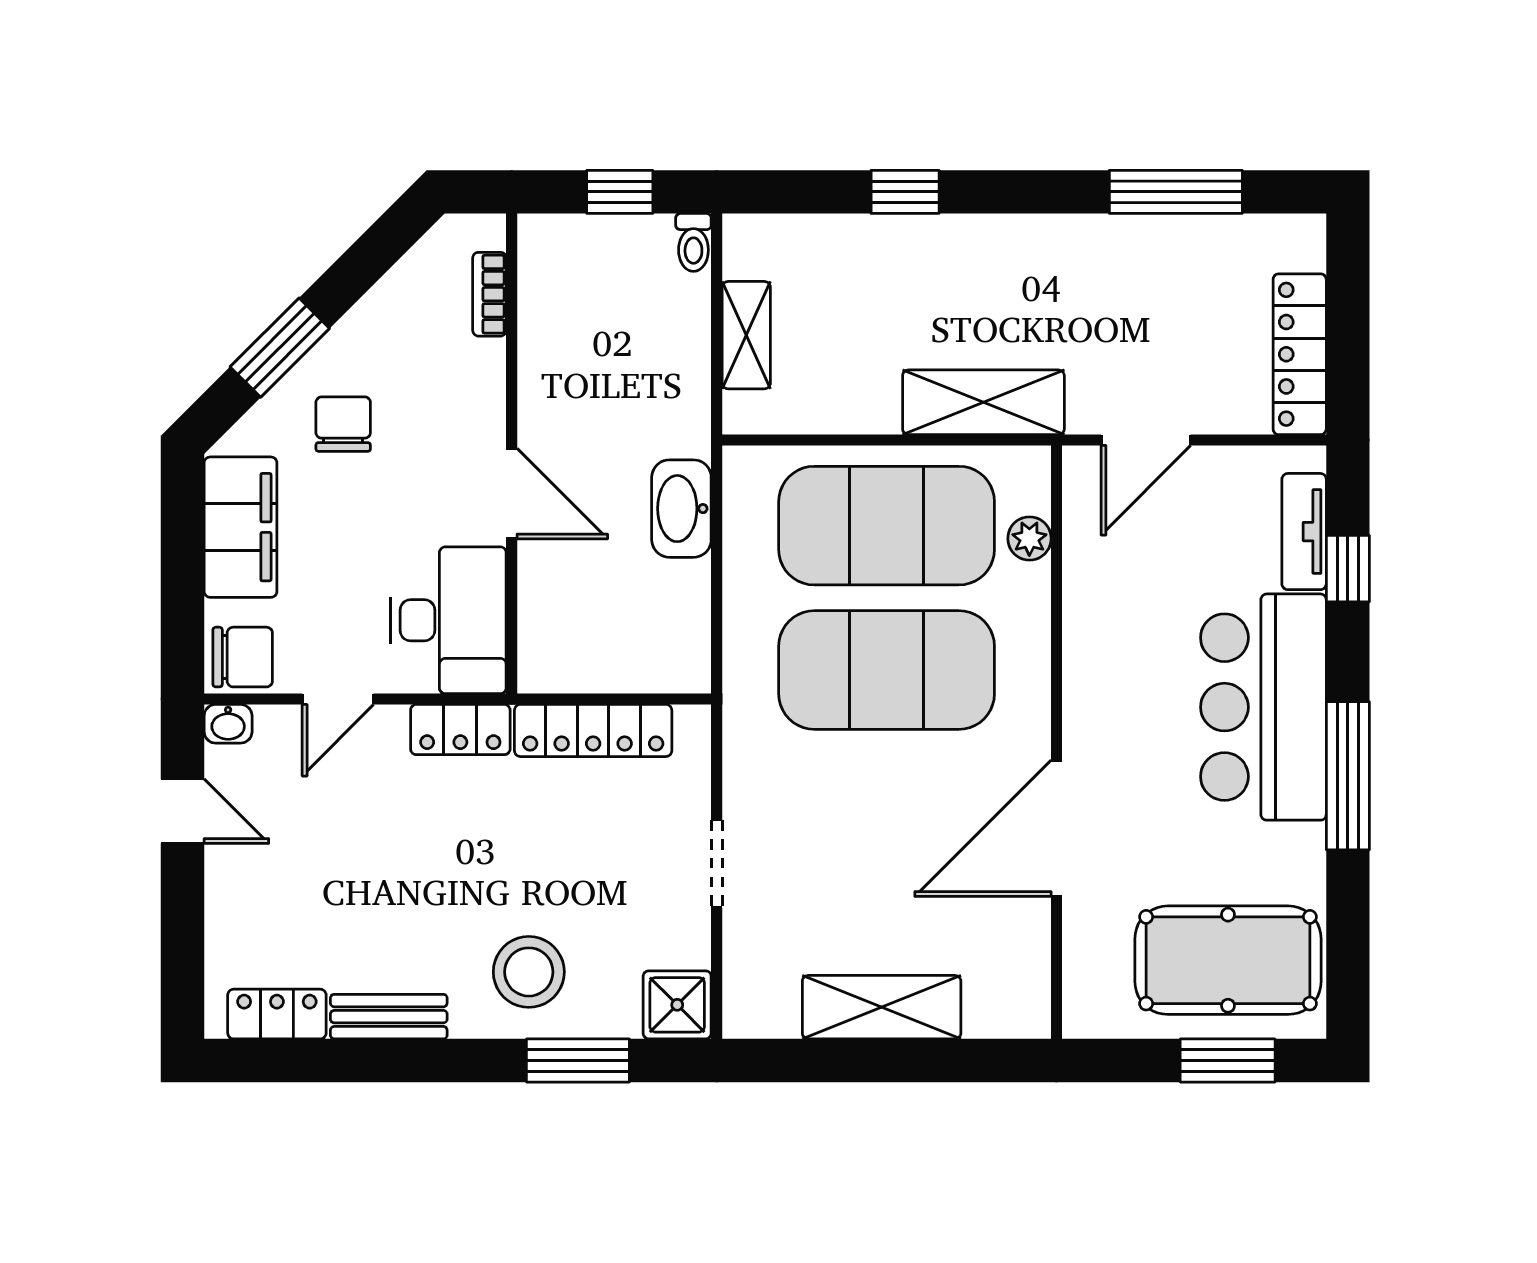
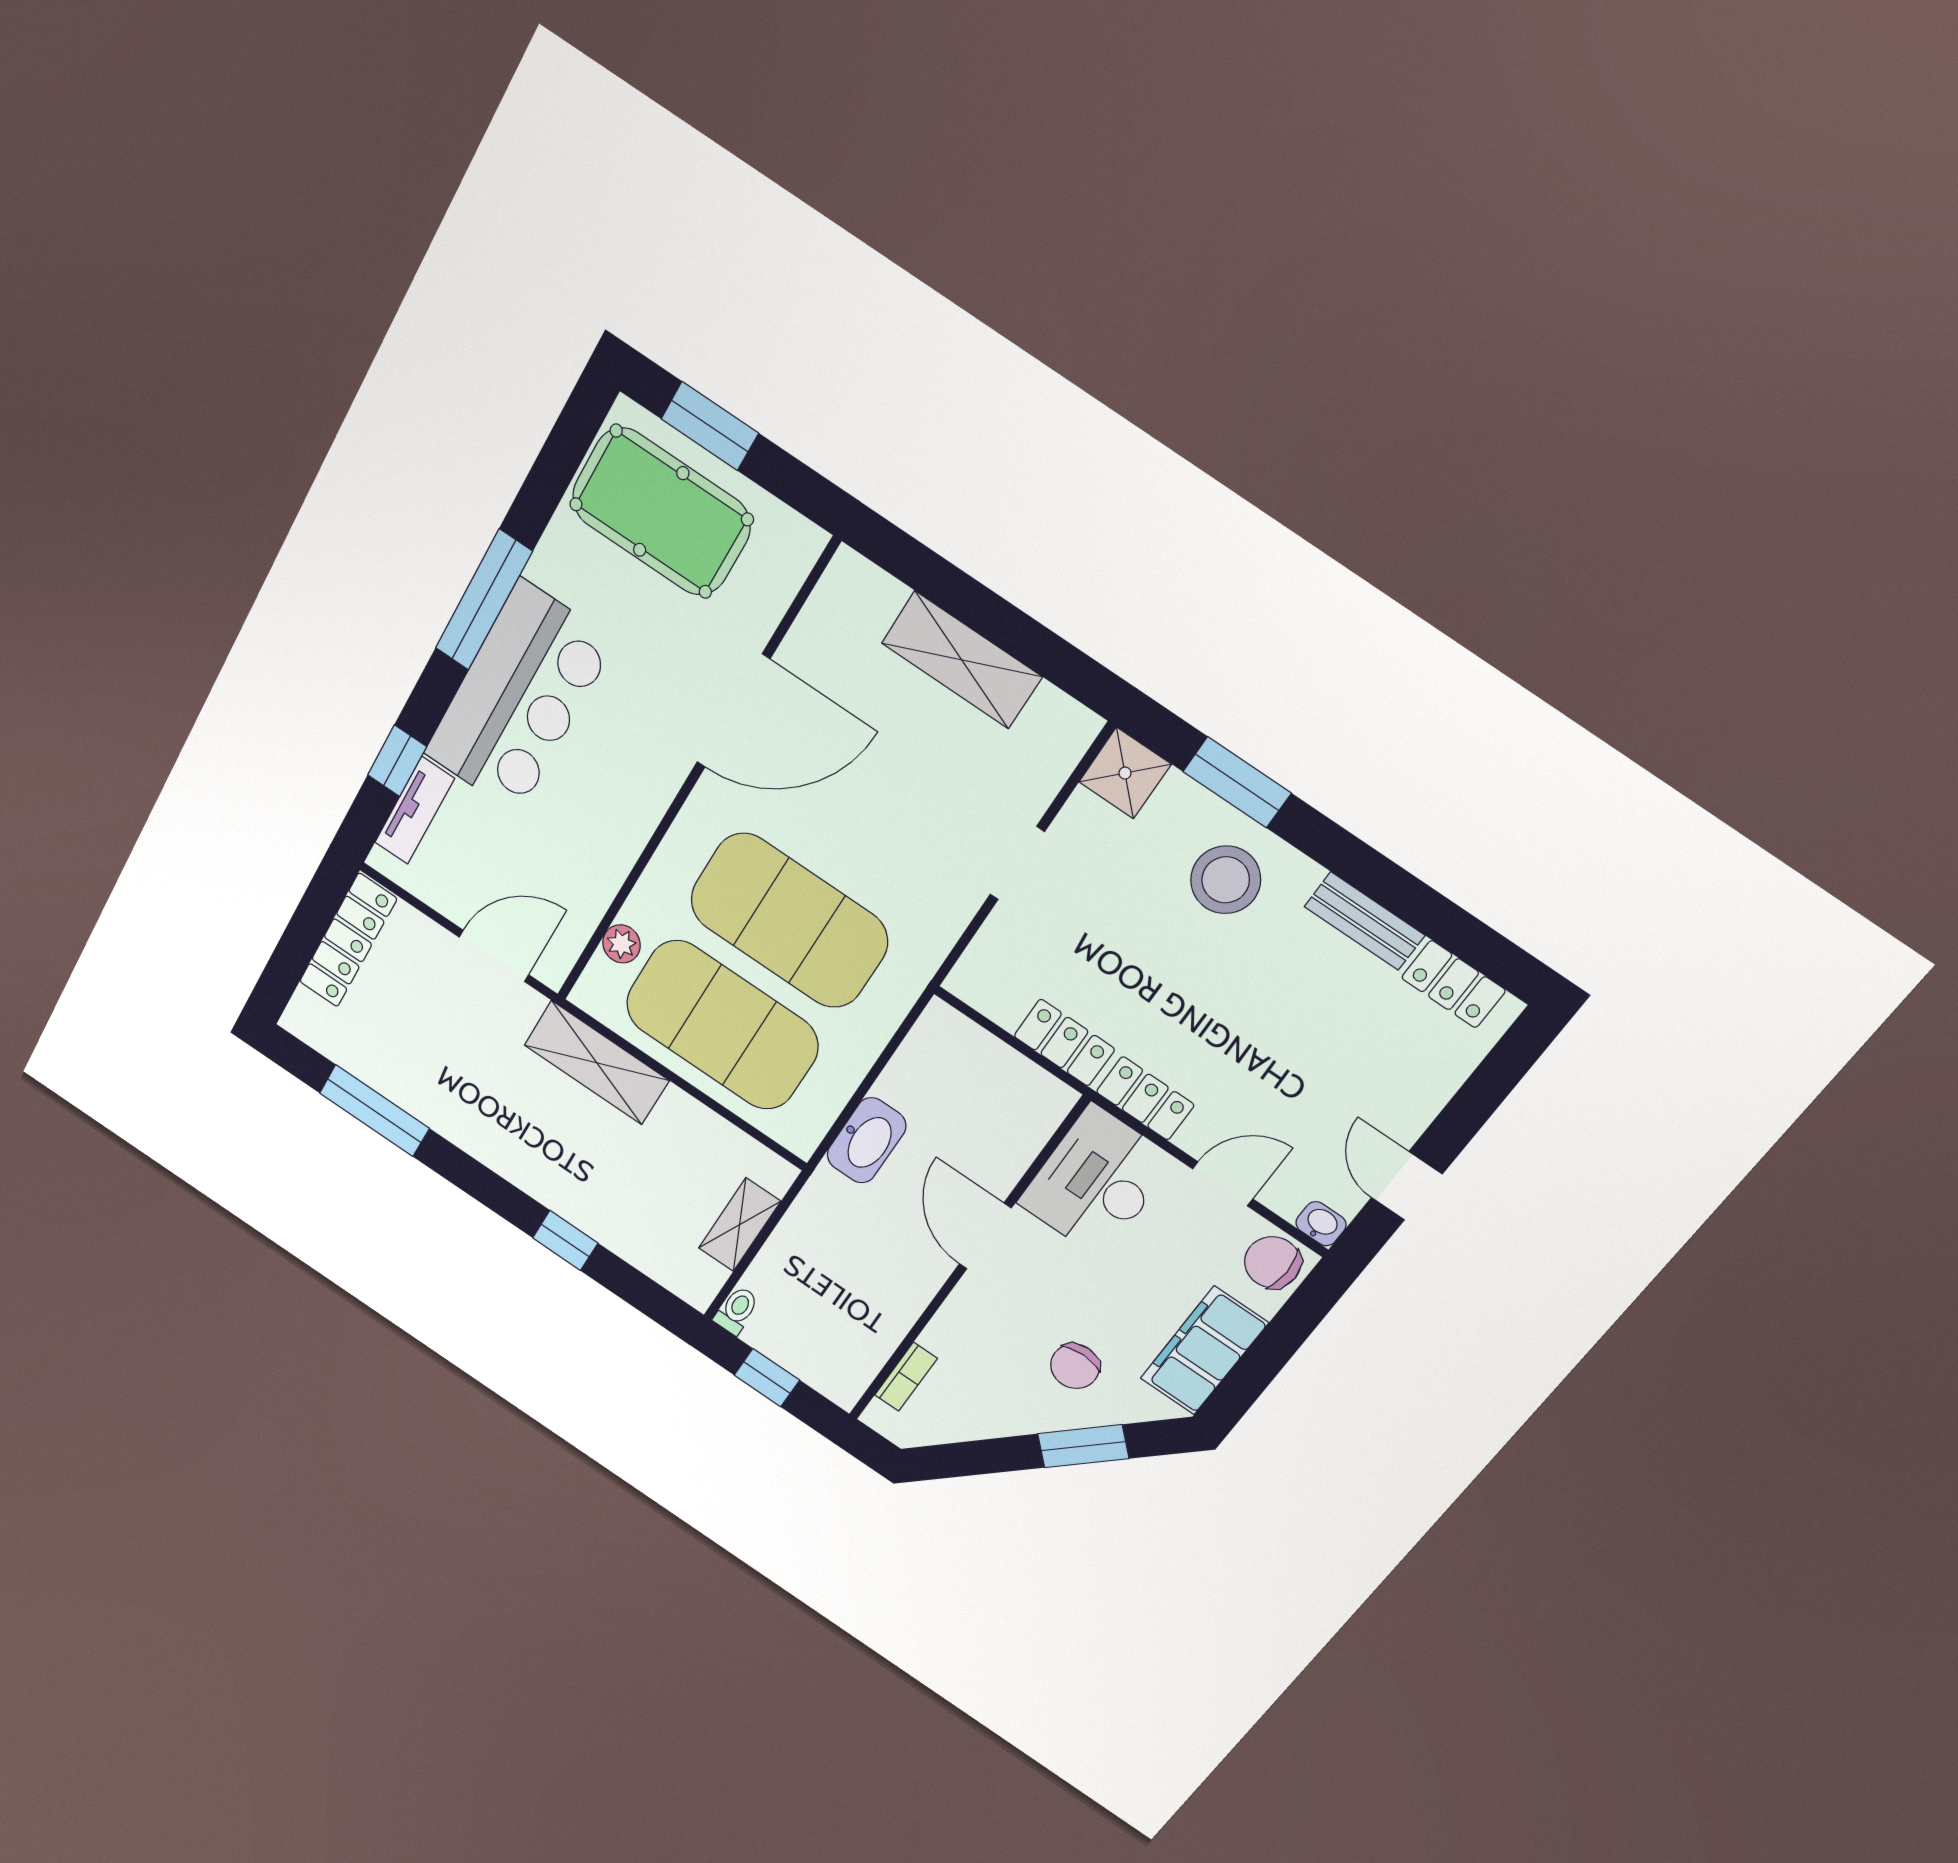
locker: (593, 730) -> (1064, 1043), width x0.66

